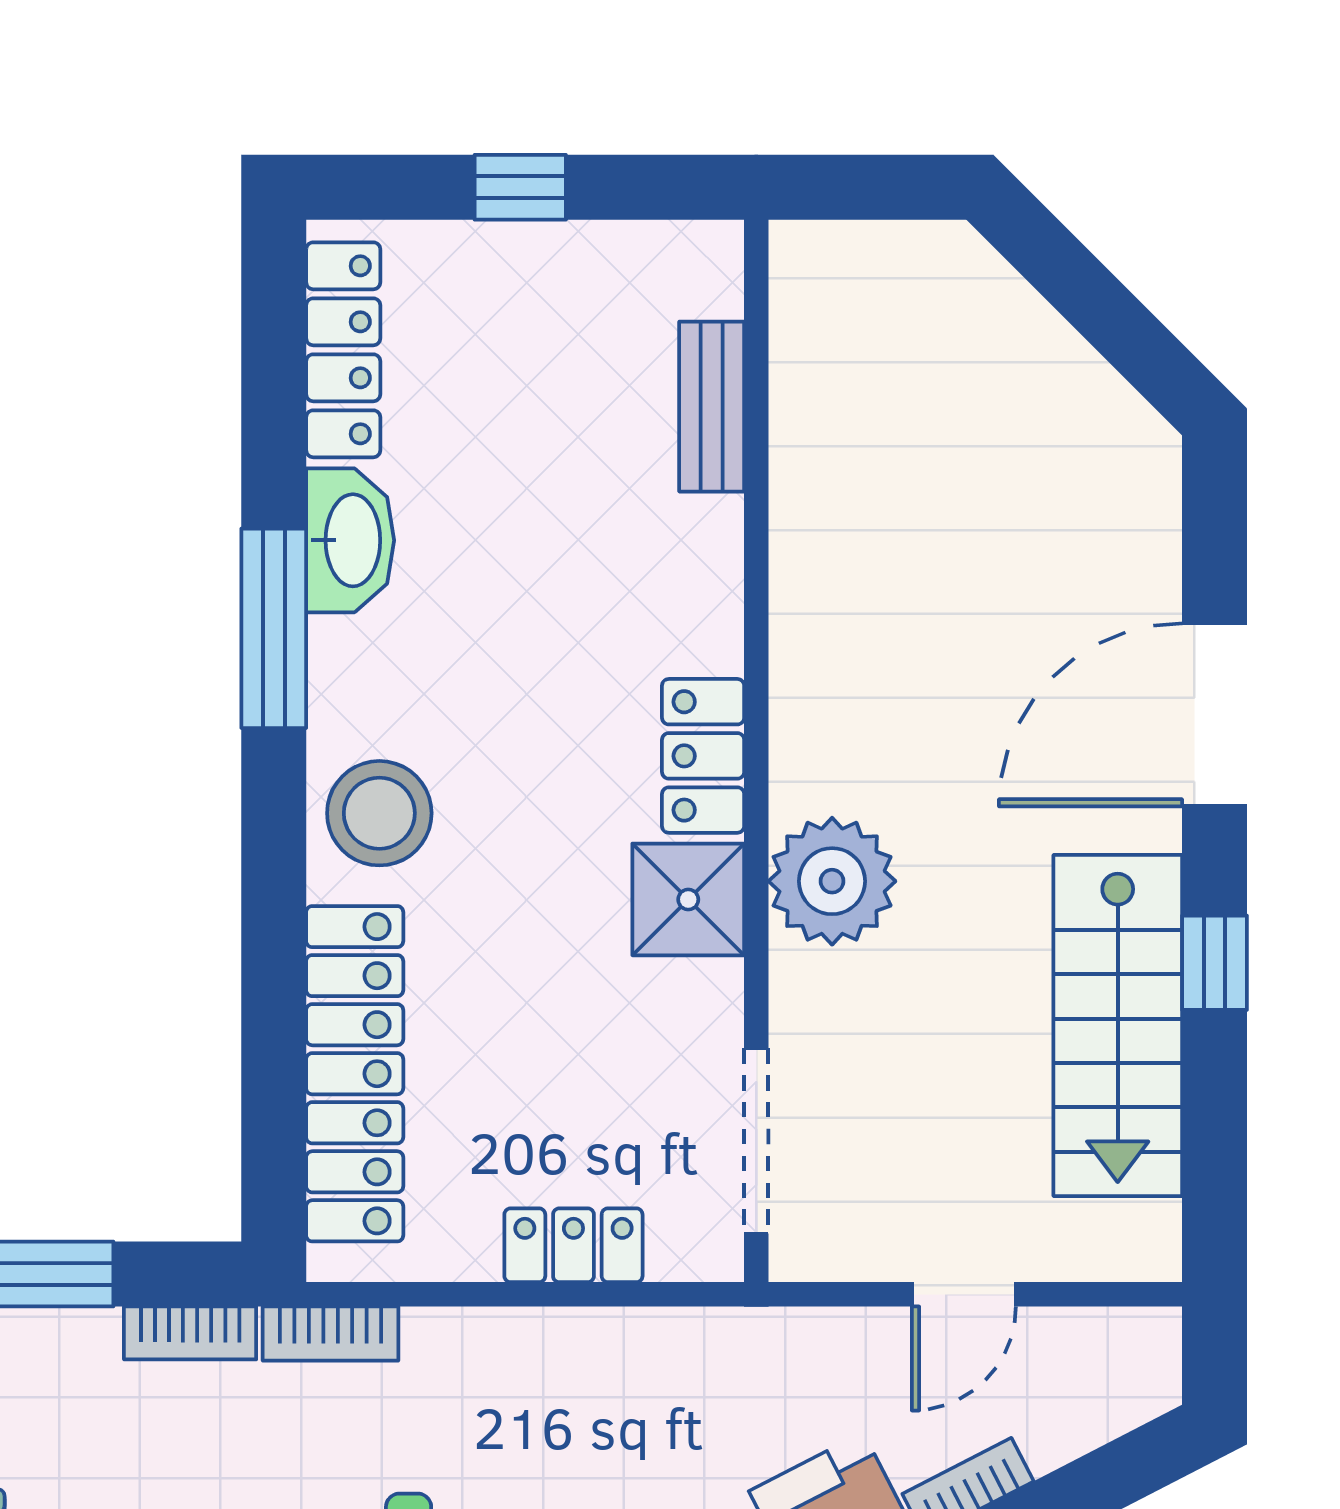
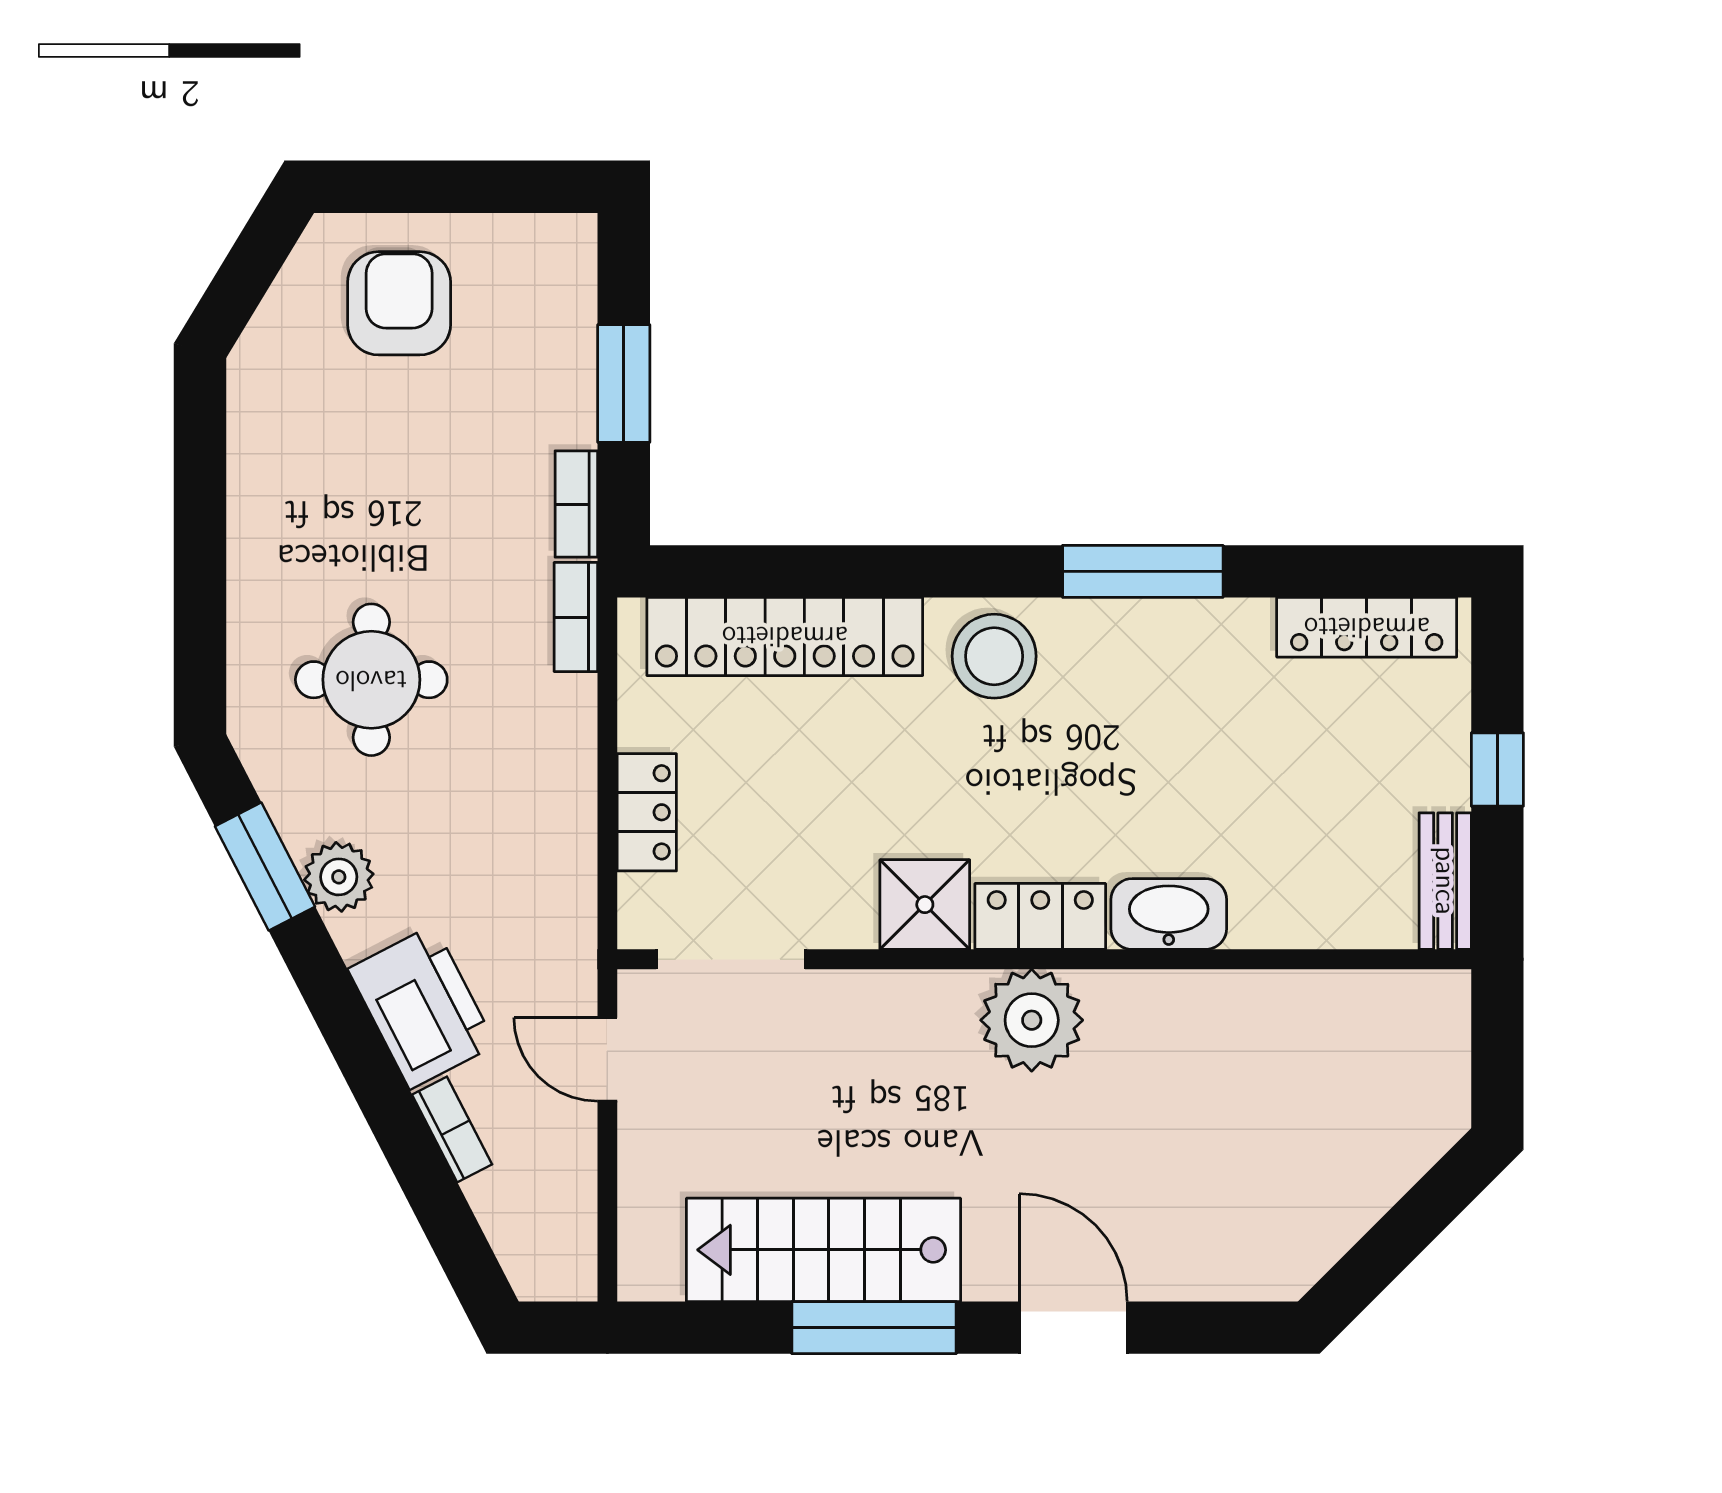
bench: (712, 407) -> (1445, 881), moved, turned 90
washbasin: (350, 540) -> (1169, 914), moved, turned 180
door: (1214, 715) -> (1073, 1328), width x0.73
plant: (832, 881) -> (1032, 1020), moved
window: (1214, 963) -> (874, 1328), width x2.17
door: (964, 1294) -> (607, 1059), moved

